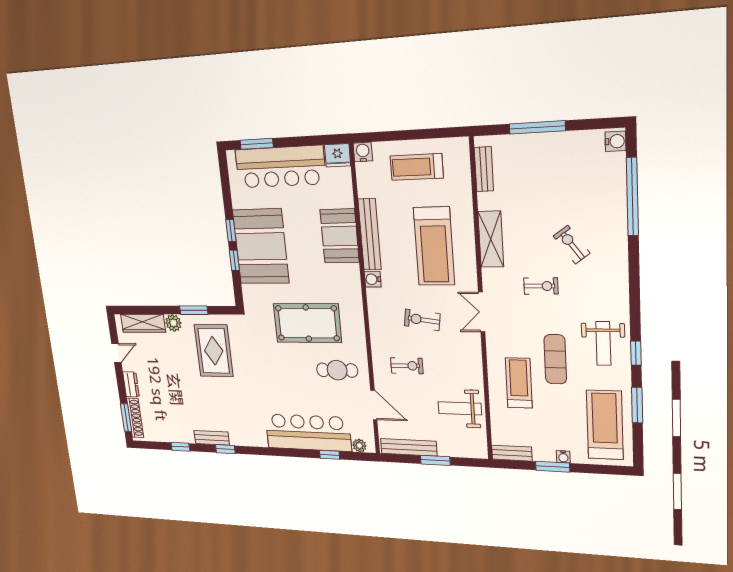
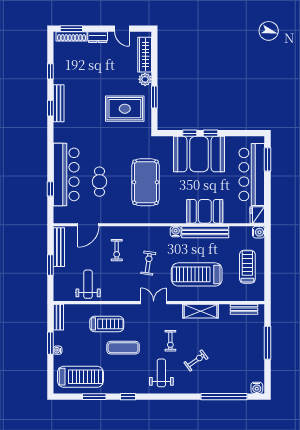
weight bench: (603, 343) -> (161, 373), moved, turned 90
cafe table: (337, 370) -> (99, 182), moved
bench: (212, 438) -> (59, 103), width x1.36
plant: (359, 446) -> (58, 212), removed

